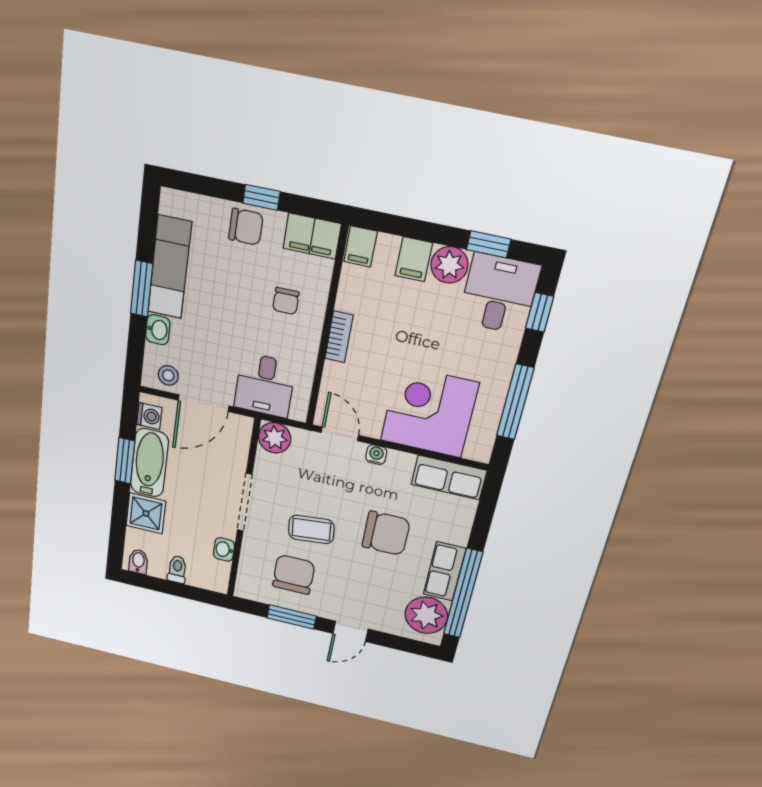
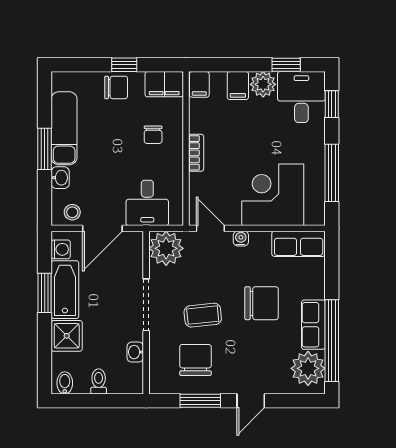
plant: (275, 438) -> (166, 248), width x1.36, depth x1.36

